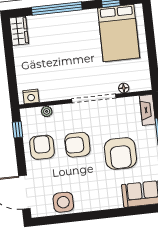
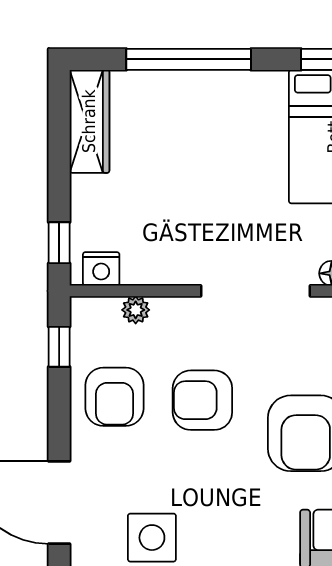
wardrobe: (19, 31) -> (89, 121), width x1.50
window: (13, 88) -> (59, 243), added
armchair: (42, 147) -> (115, 397), turned 180

